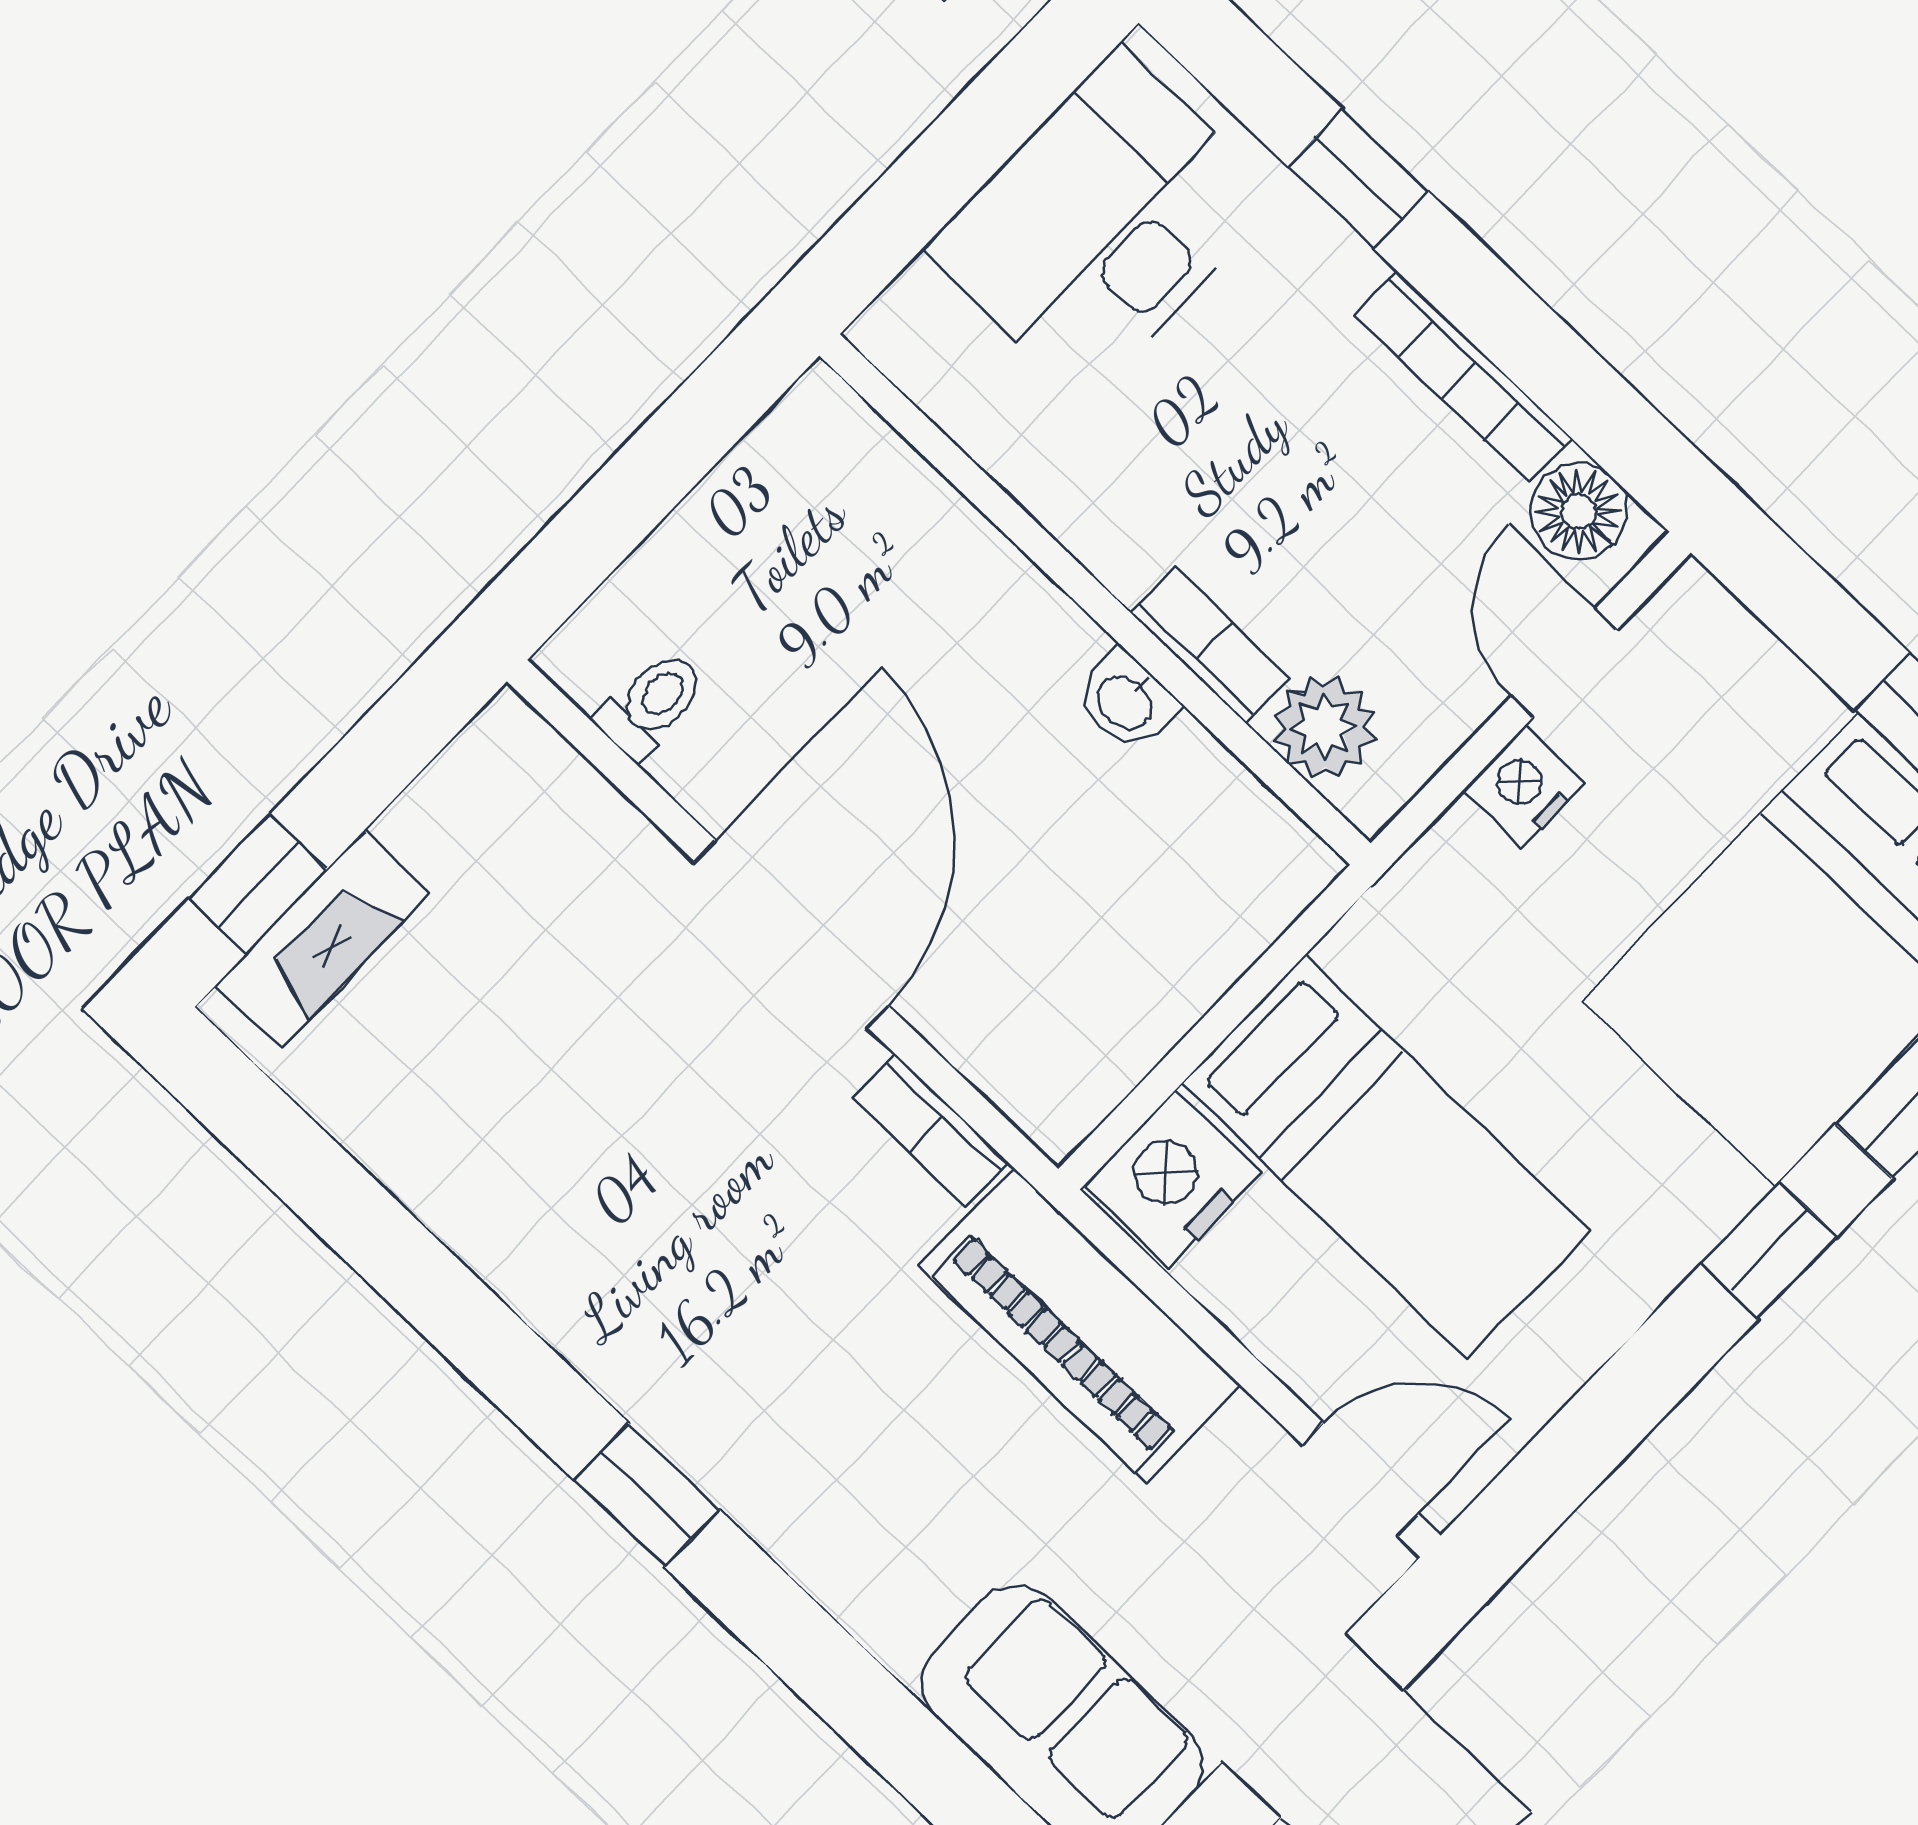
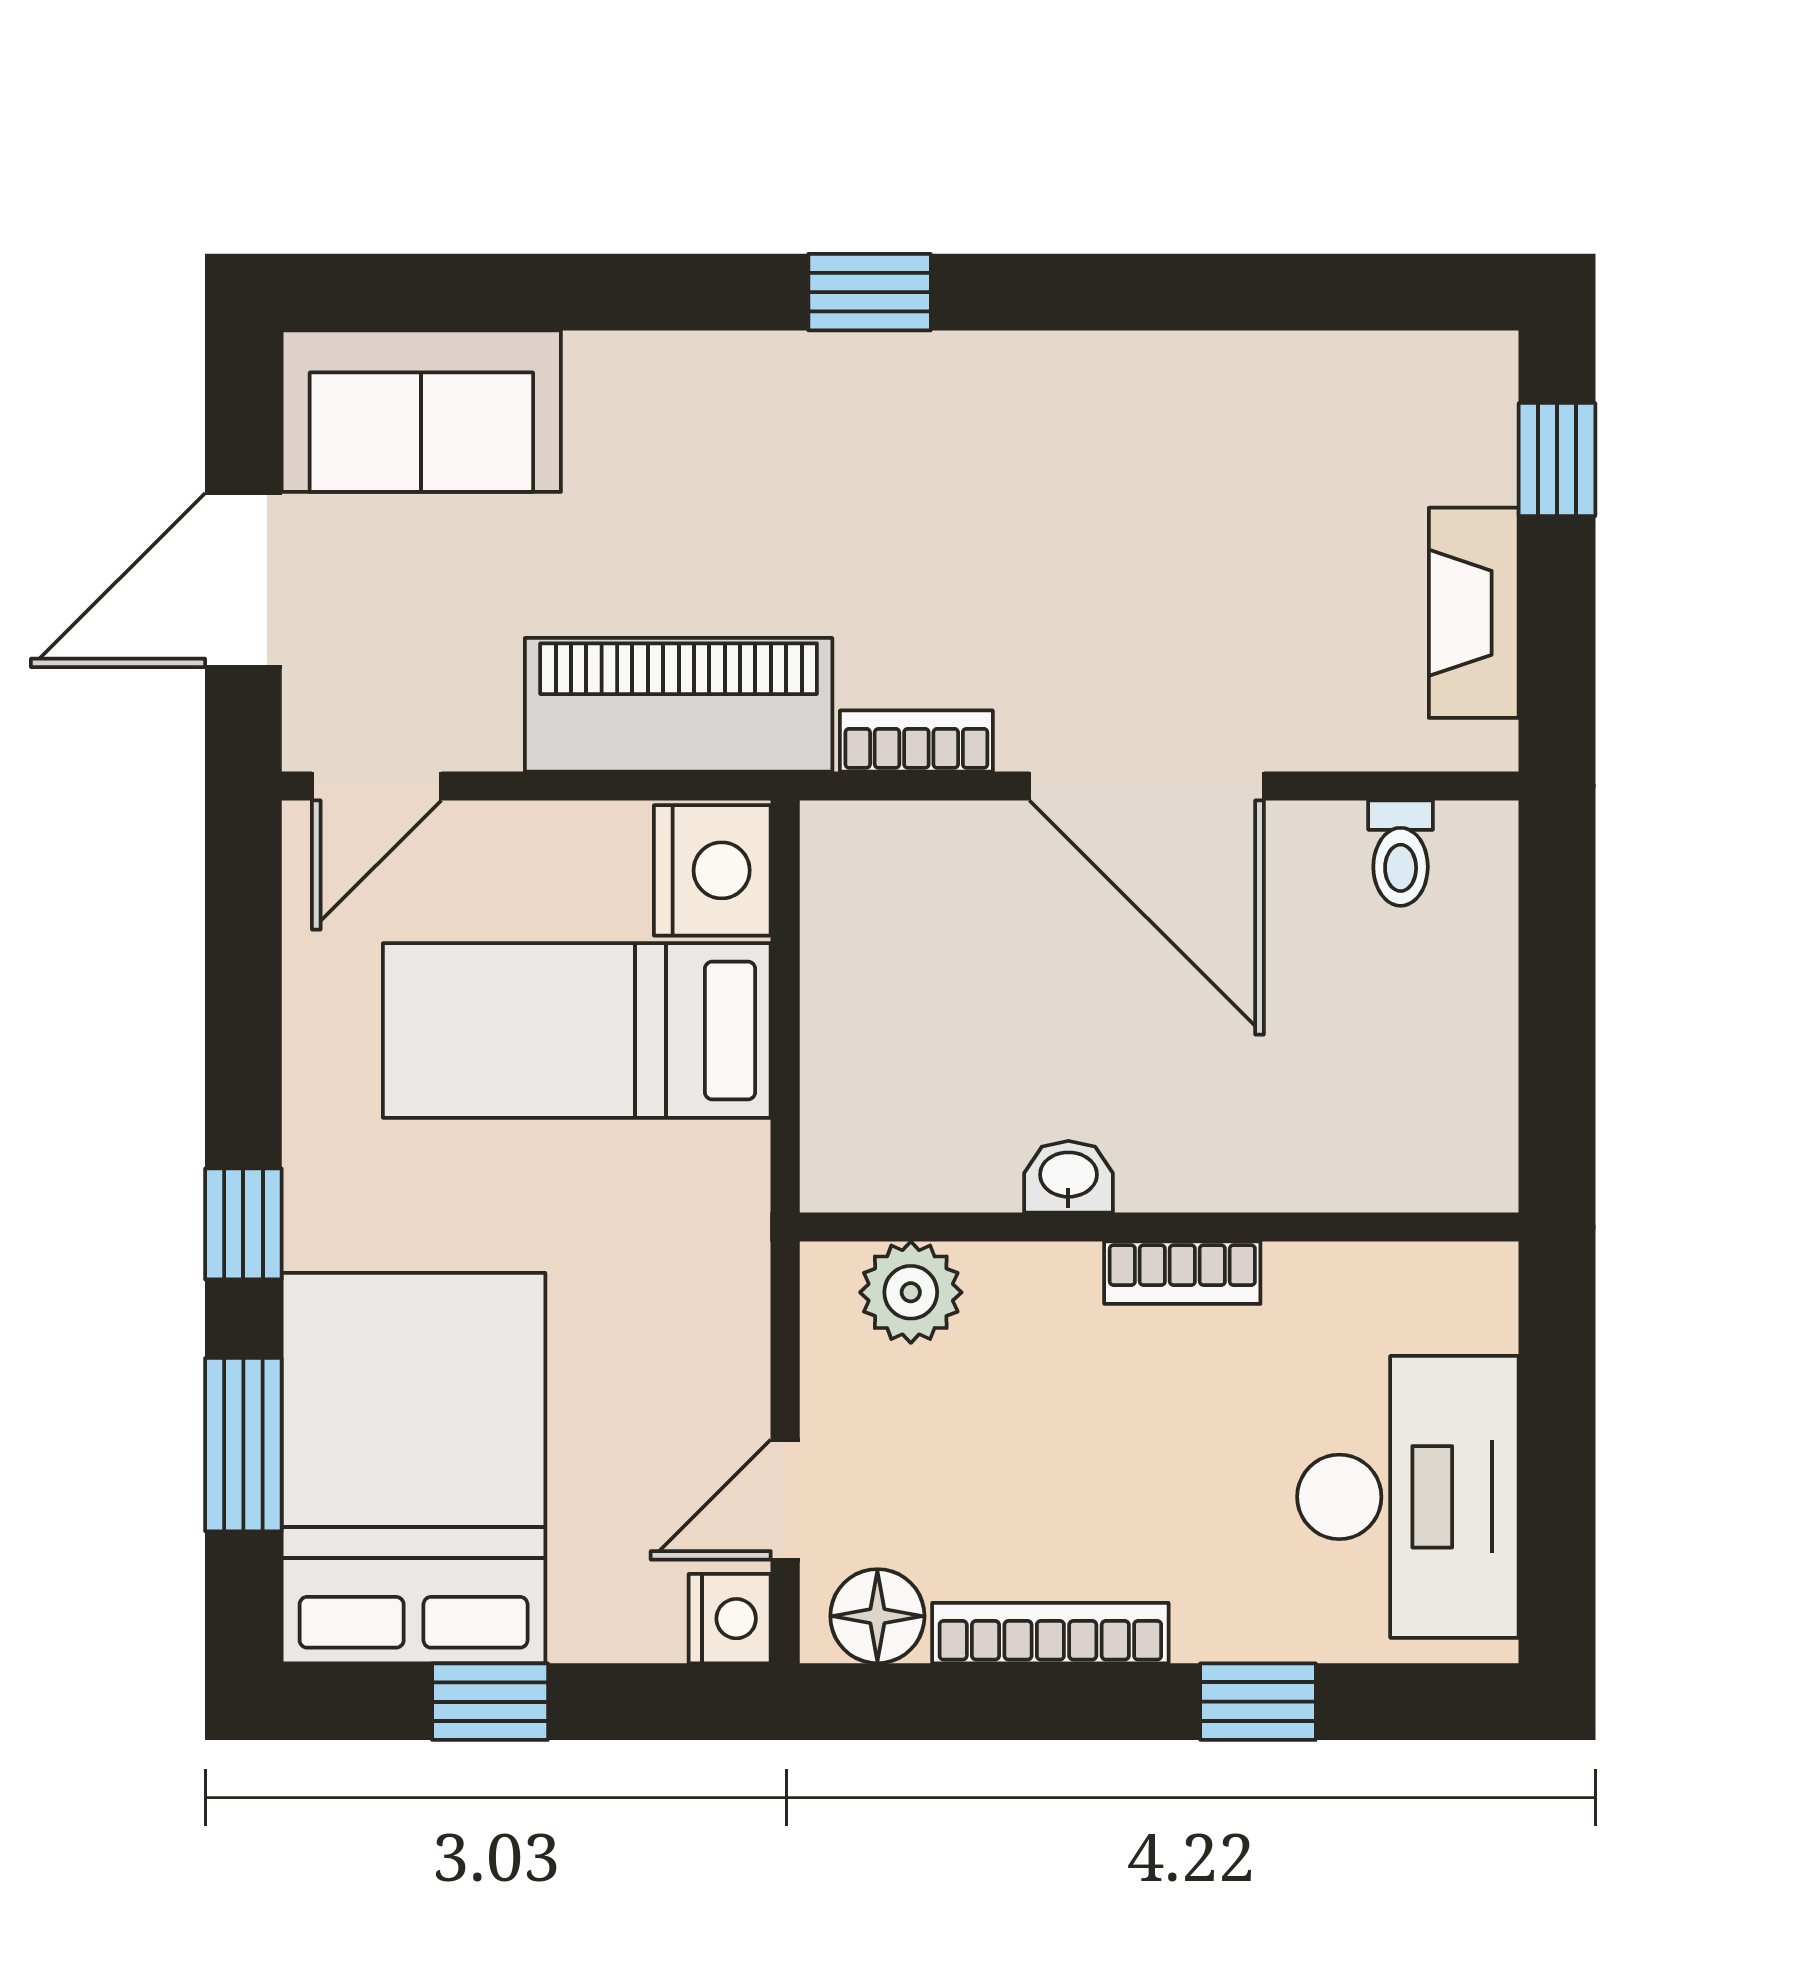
bookcase: (1210, 645) -> (1182, 1273), moved
door: (1564, 663) -> (785, 1500), swing flipped
nightstand: (1524, 787) -> (730, 1619), moved
fireplace: (323, 939) -> (1474, 613), moved

